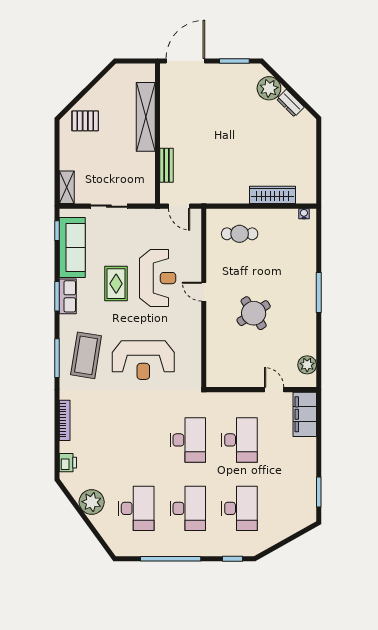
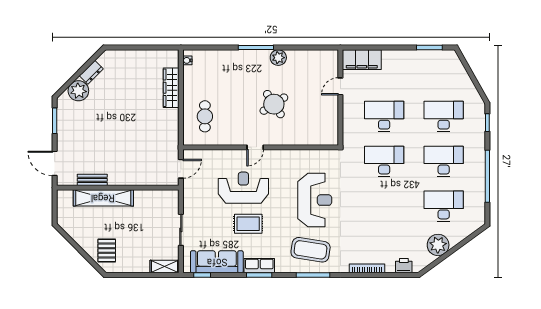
door: (185, 61) -> (55, 163), width x0.73
bench: (167, 165) -> (92, 180), moved
plant: (307, 365) -> (278, 58), moved

